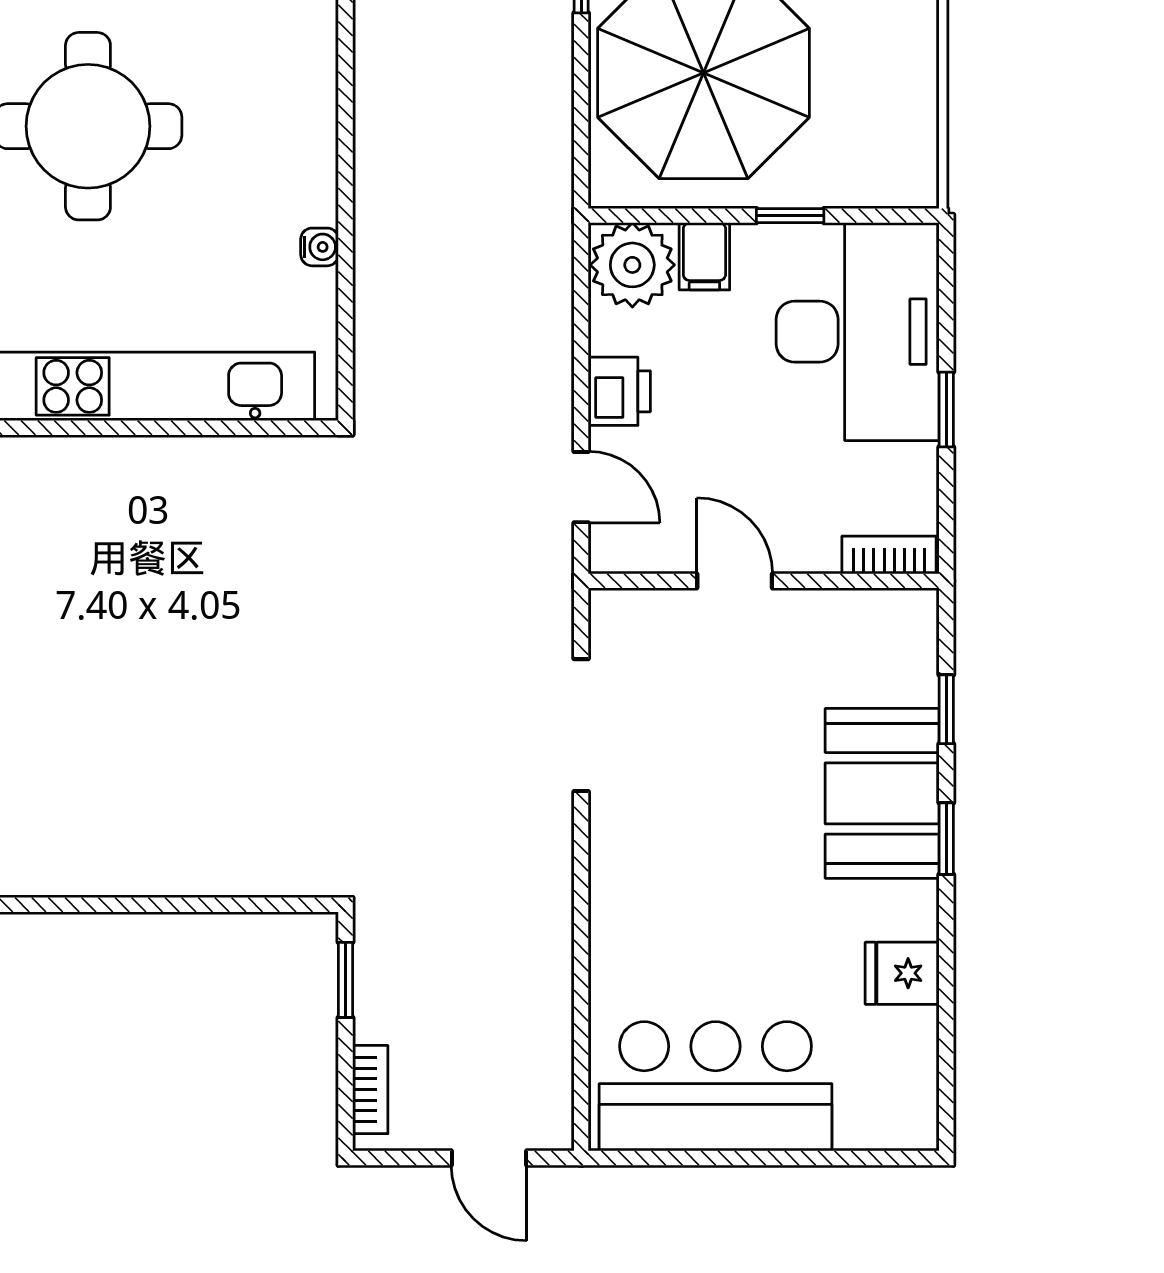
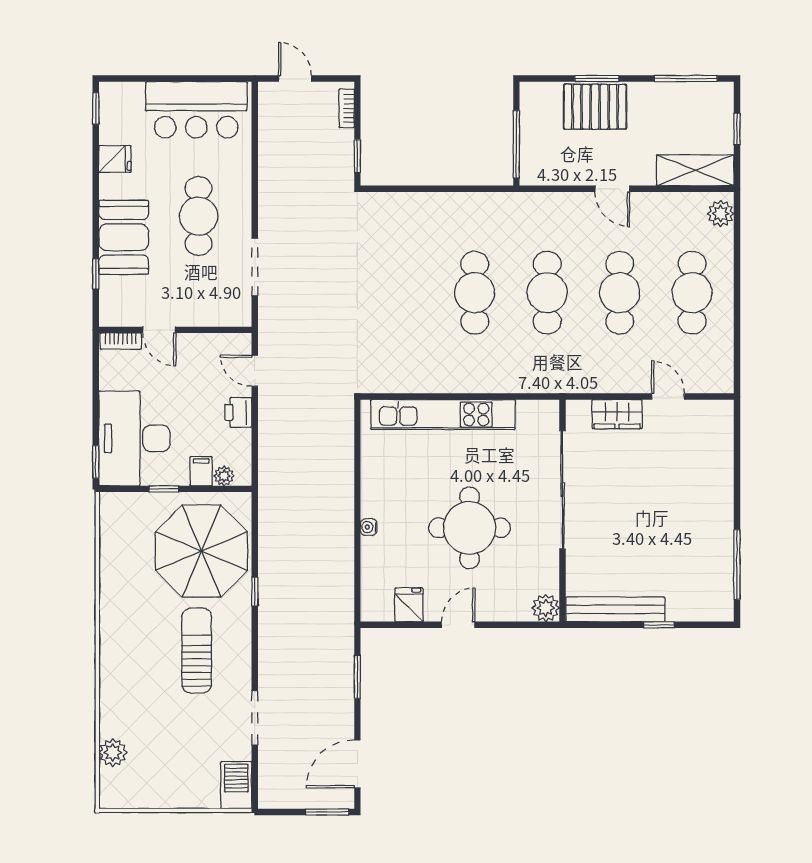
water cooler: (320, 247) -> (369, 527), moved
plant: (632, 265) -> (224, 476), width x0.53, depth x0.53
window: (946, 409) -> (96, 462), moved
door: (735, 581) -> (159, 330), moved
cafe table: (76, 666) -> (475, 293), added
window: (946, 839) -> (96, 109), moved
cafe table: (710, 842) -> (199, 216), added

